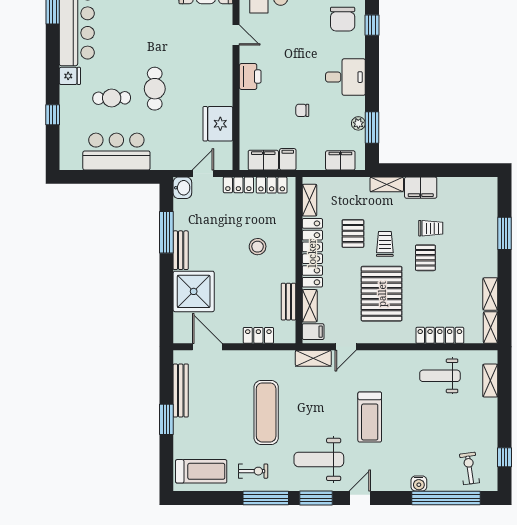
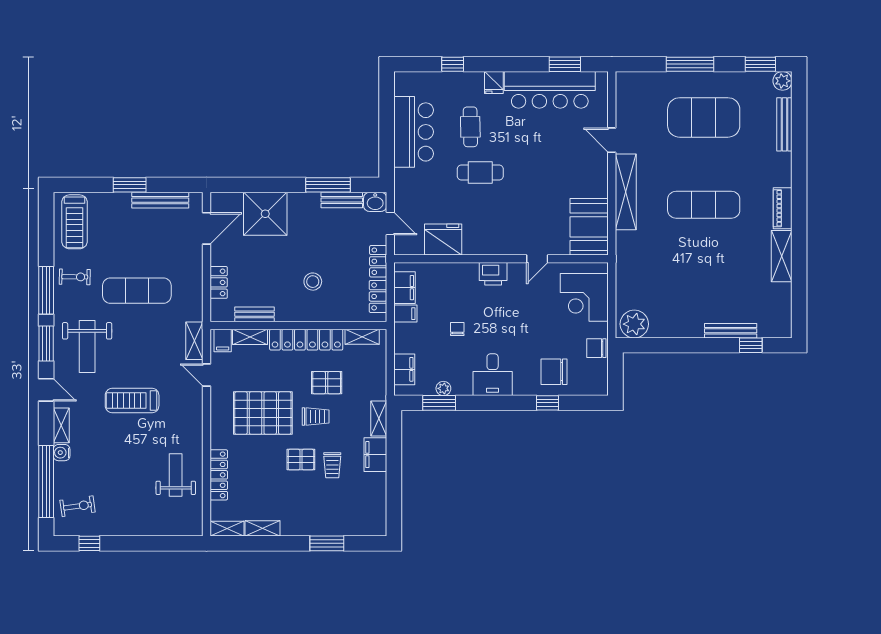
bench: (181, 250) -> (342, 200), moved
shelving: (490, 381) -> (61, 425), moved, turned 90
weight bench: (319, 459) -> (87, 347), turned 180
exercise bike: (253, 471) -> (75, 277), turned -89

